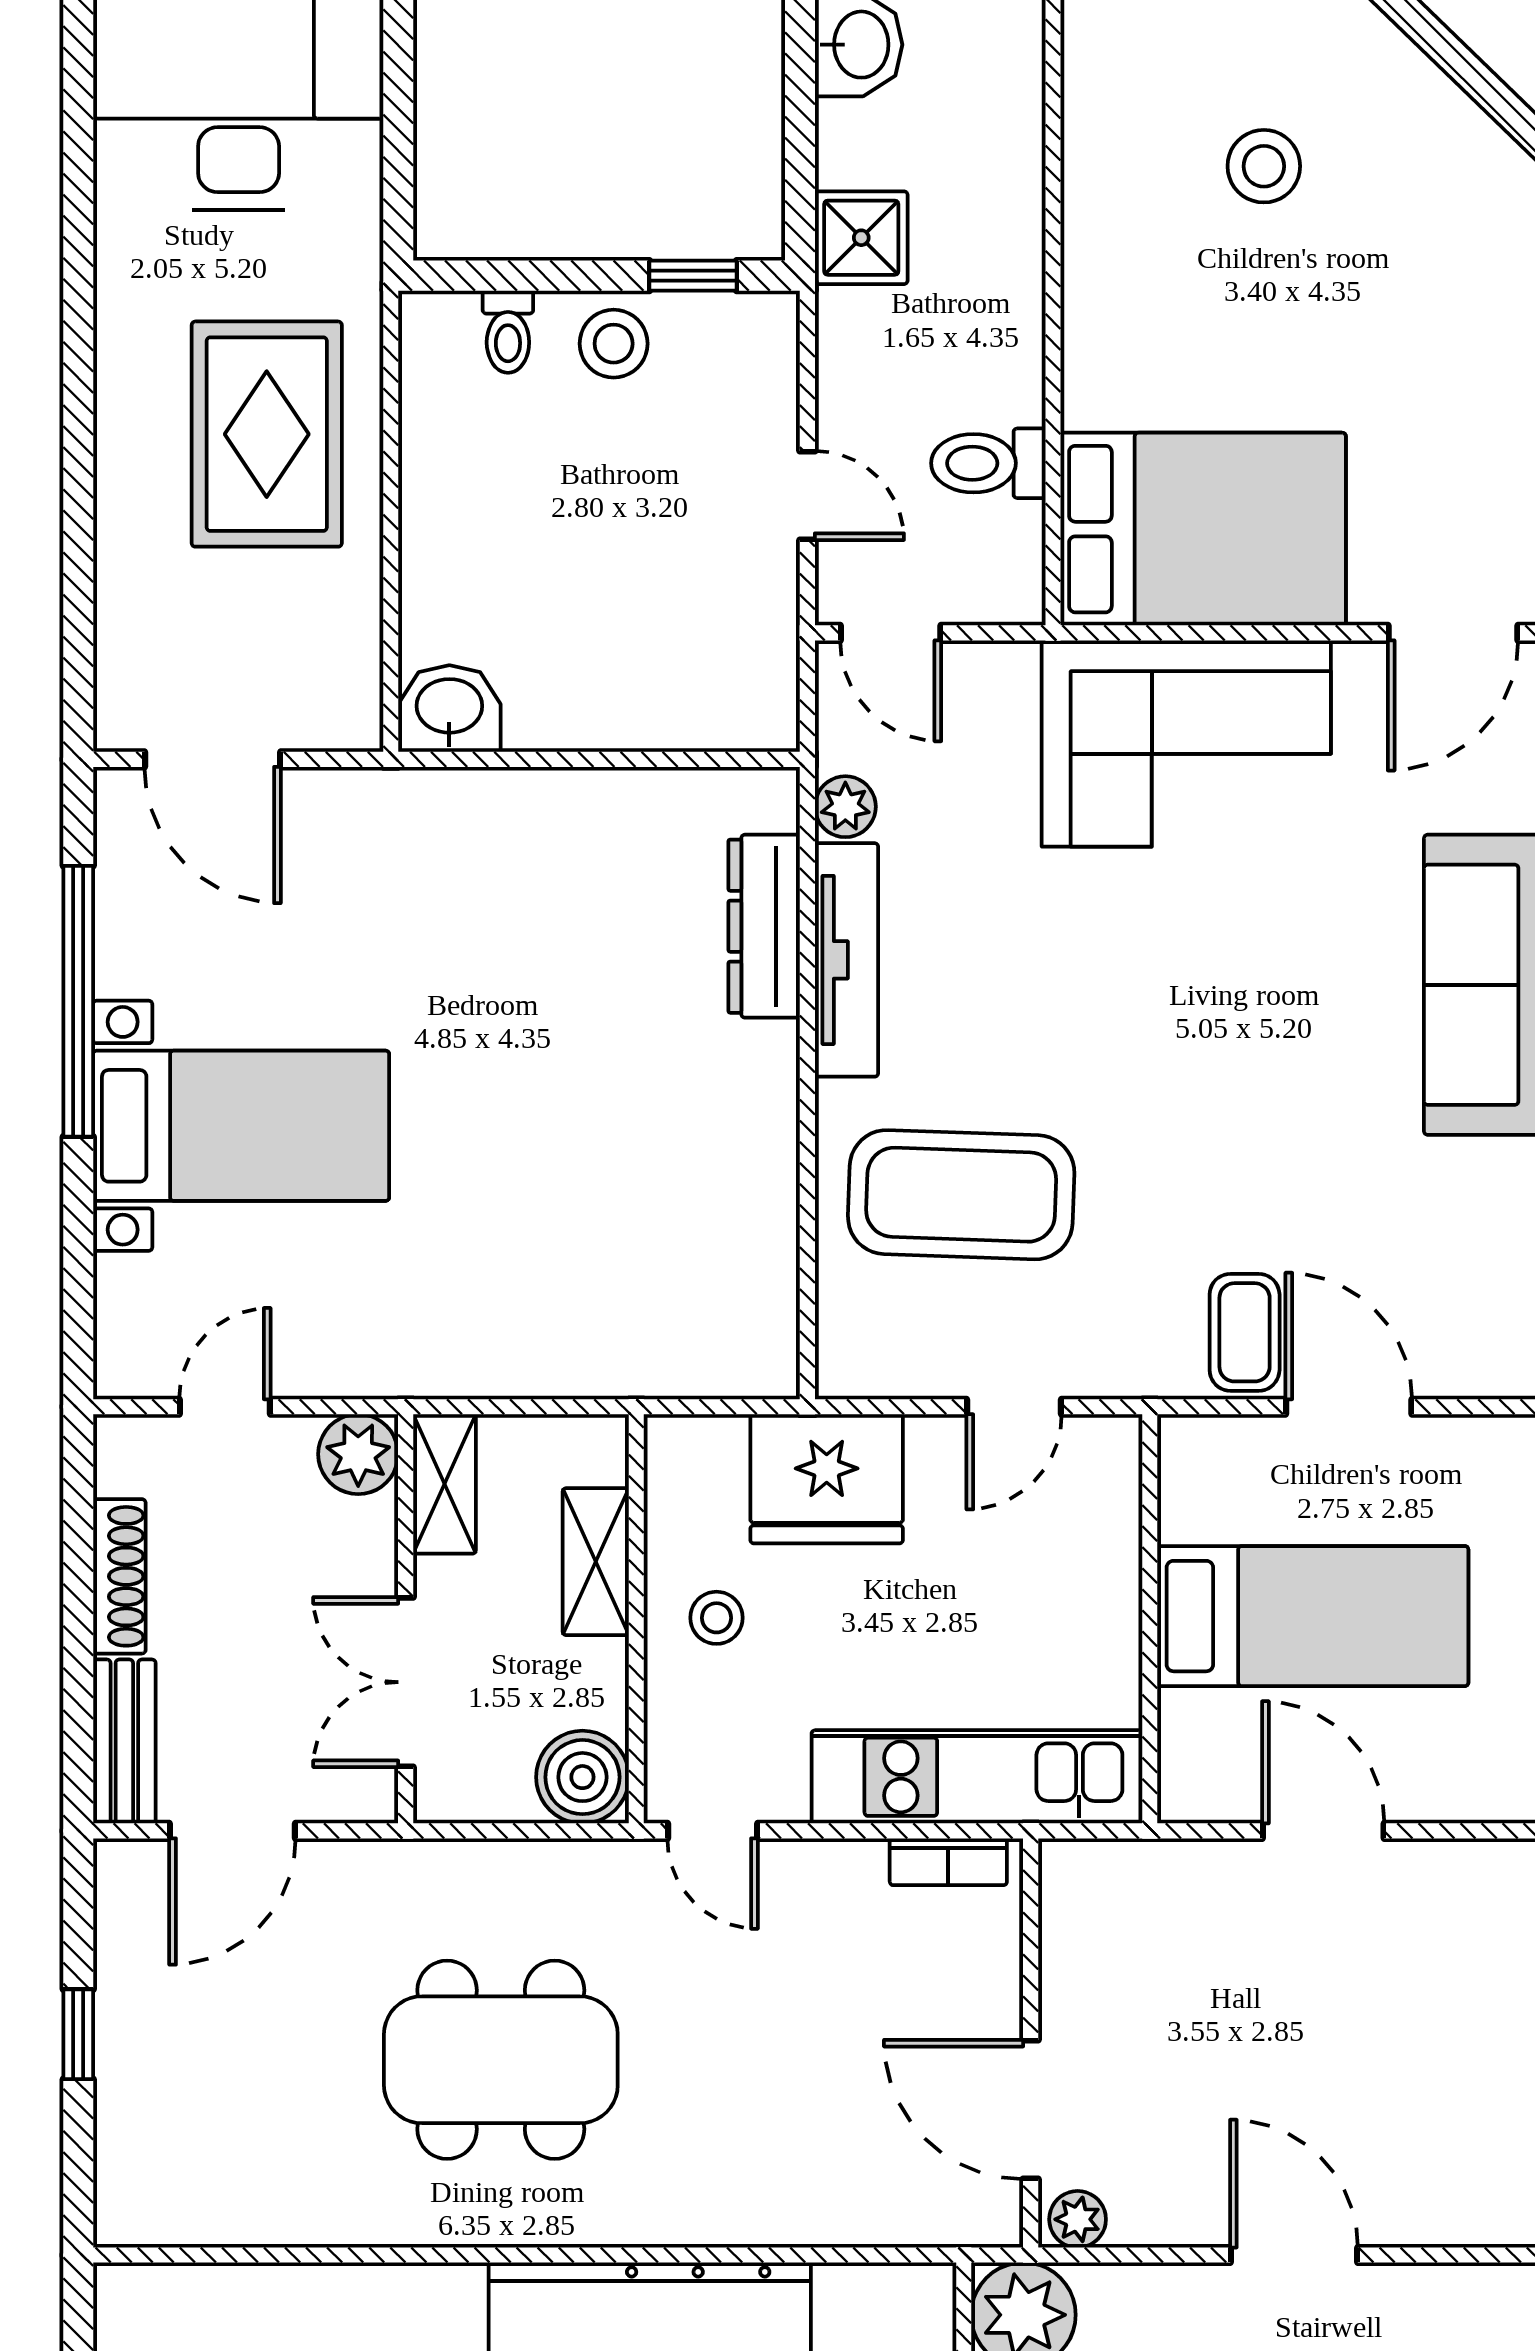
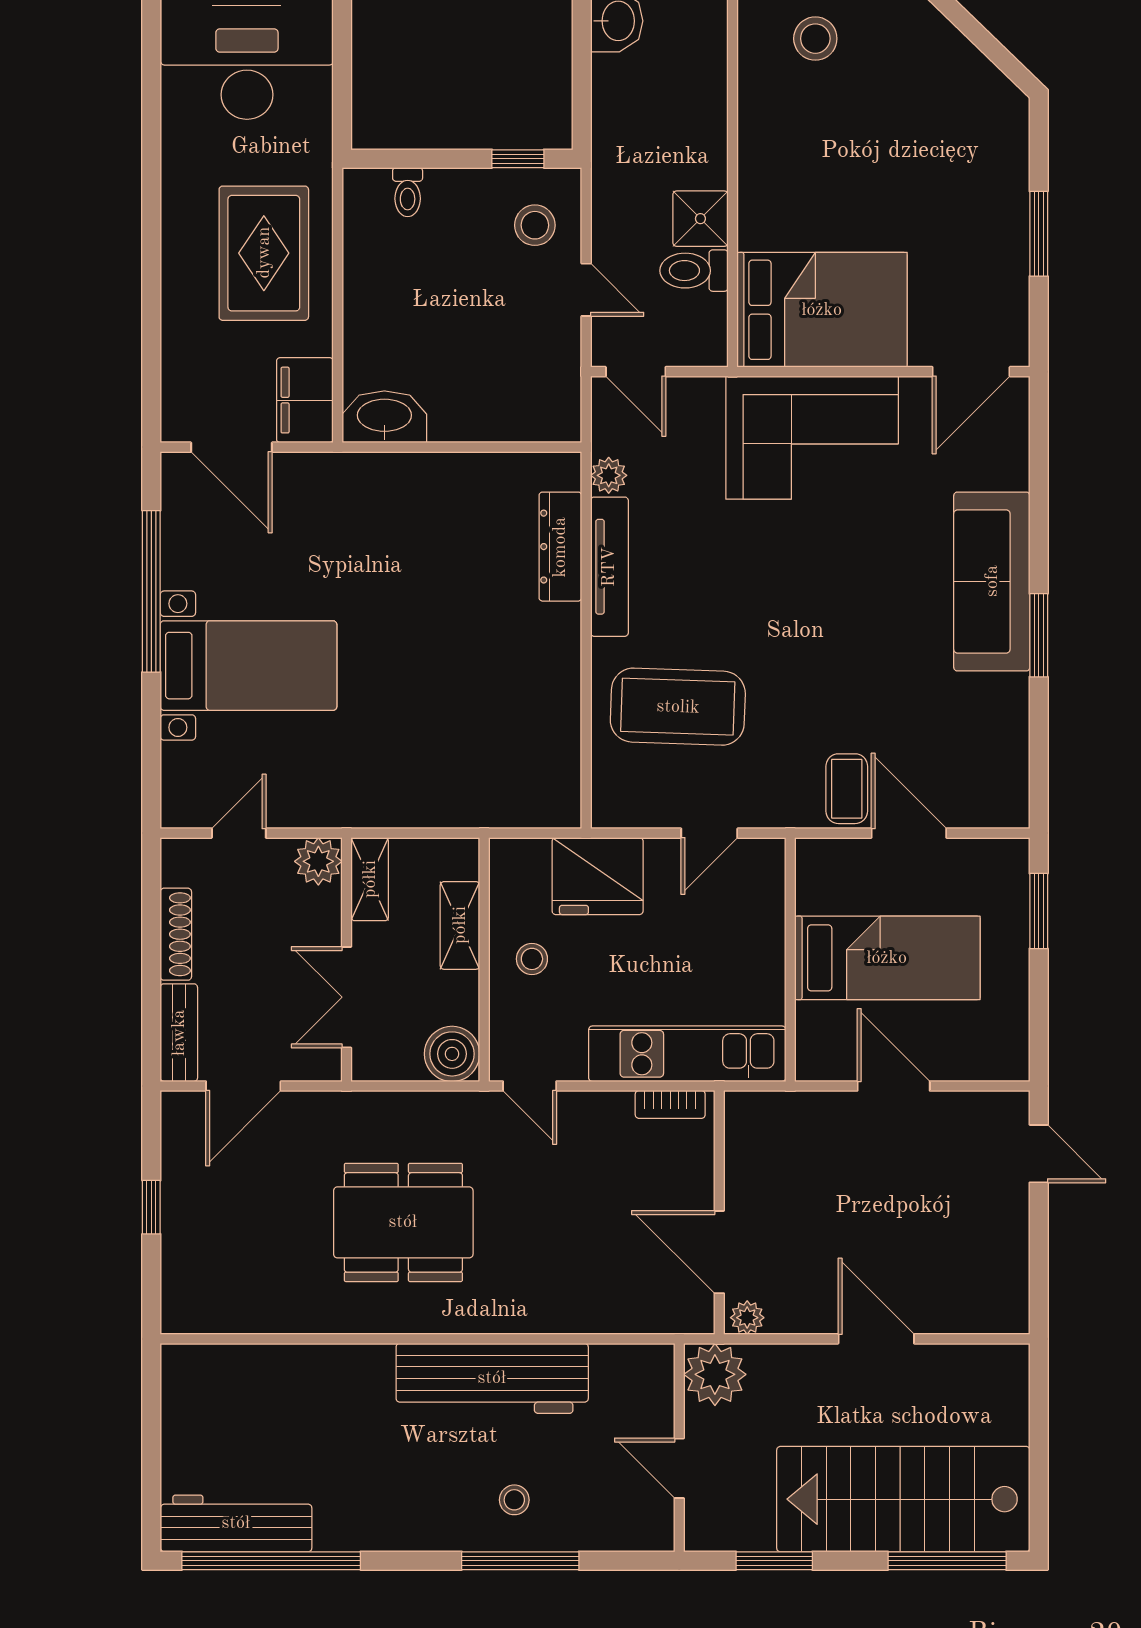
stool: (1264, 166) -> (815, 39), moved
shower: (861, 238) -> (700, 219), moved
stool: (614, 344) -> (535, 225), moved
filing cabinet: (336, 681) -> (305, 400), added
washbasin: (449, 709) -> (384, 417), width x1.38

